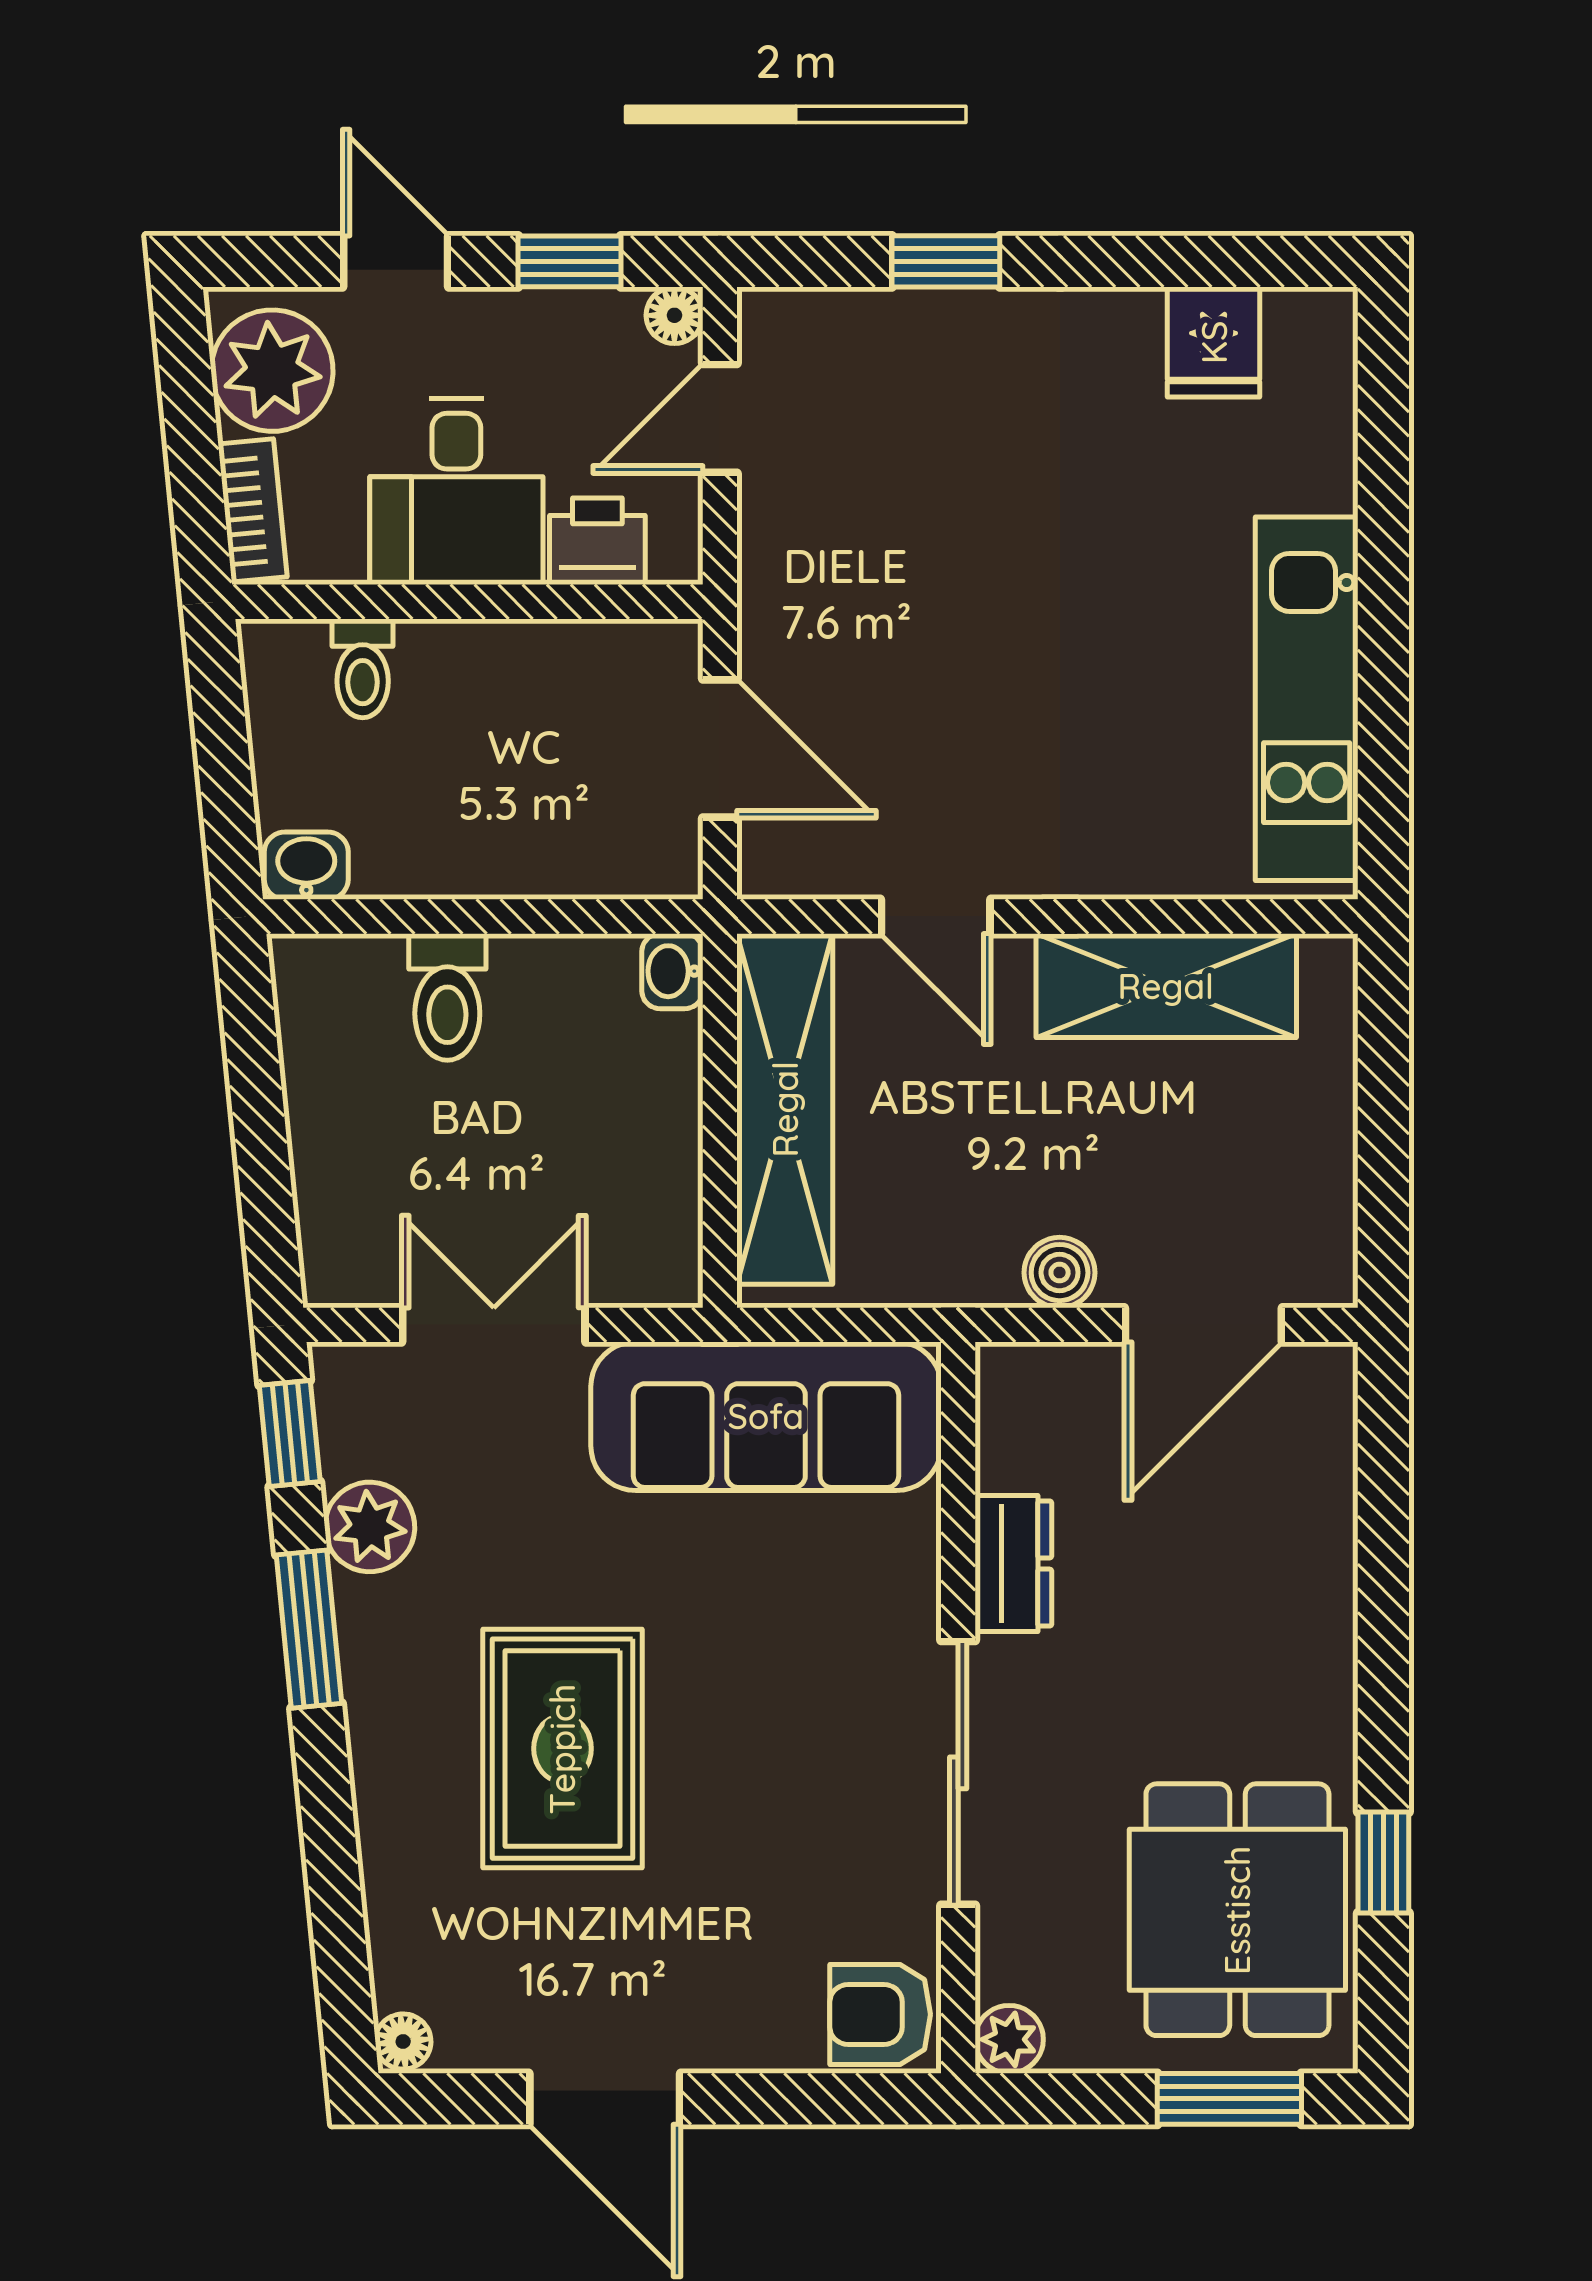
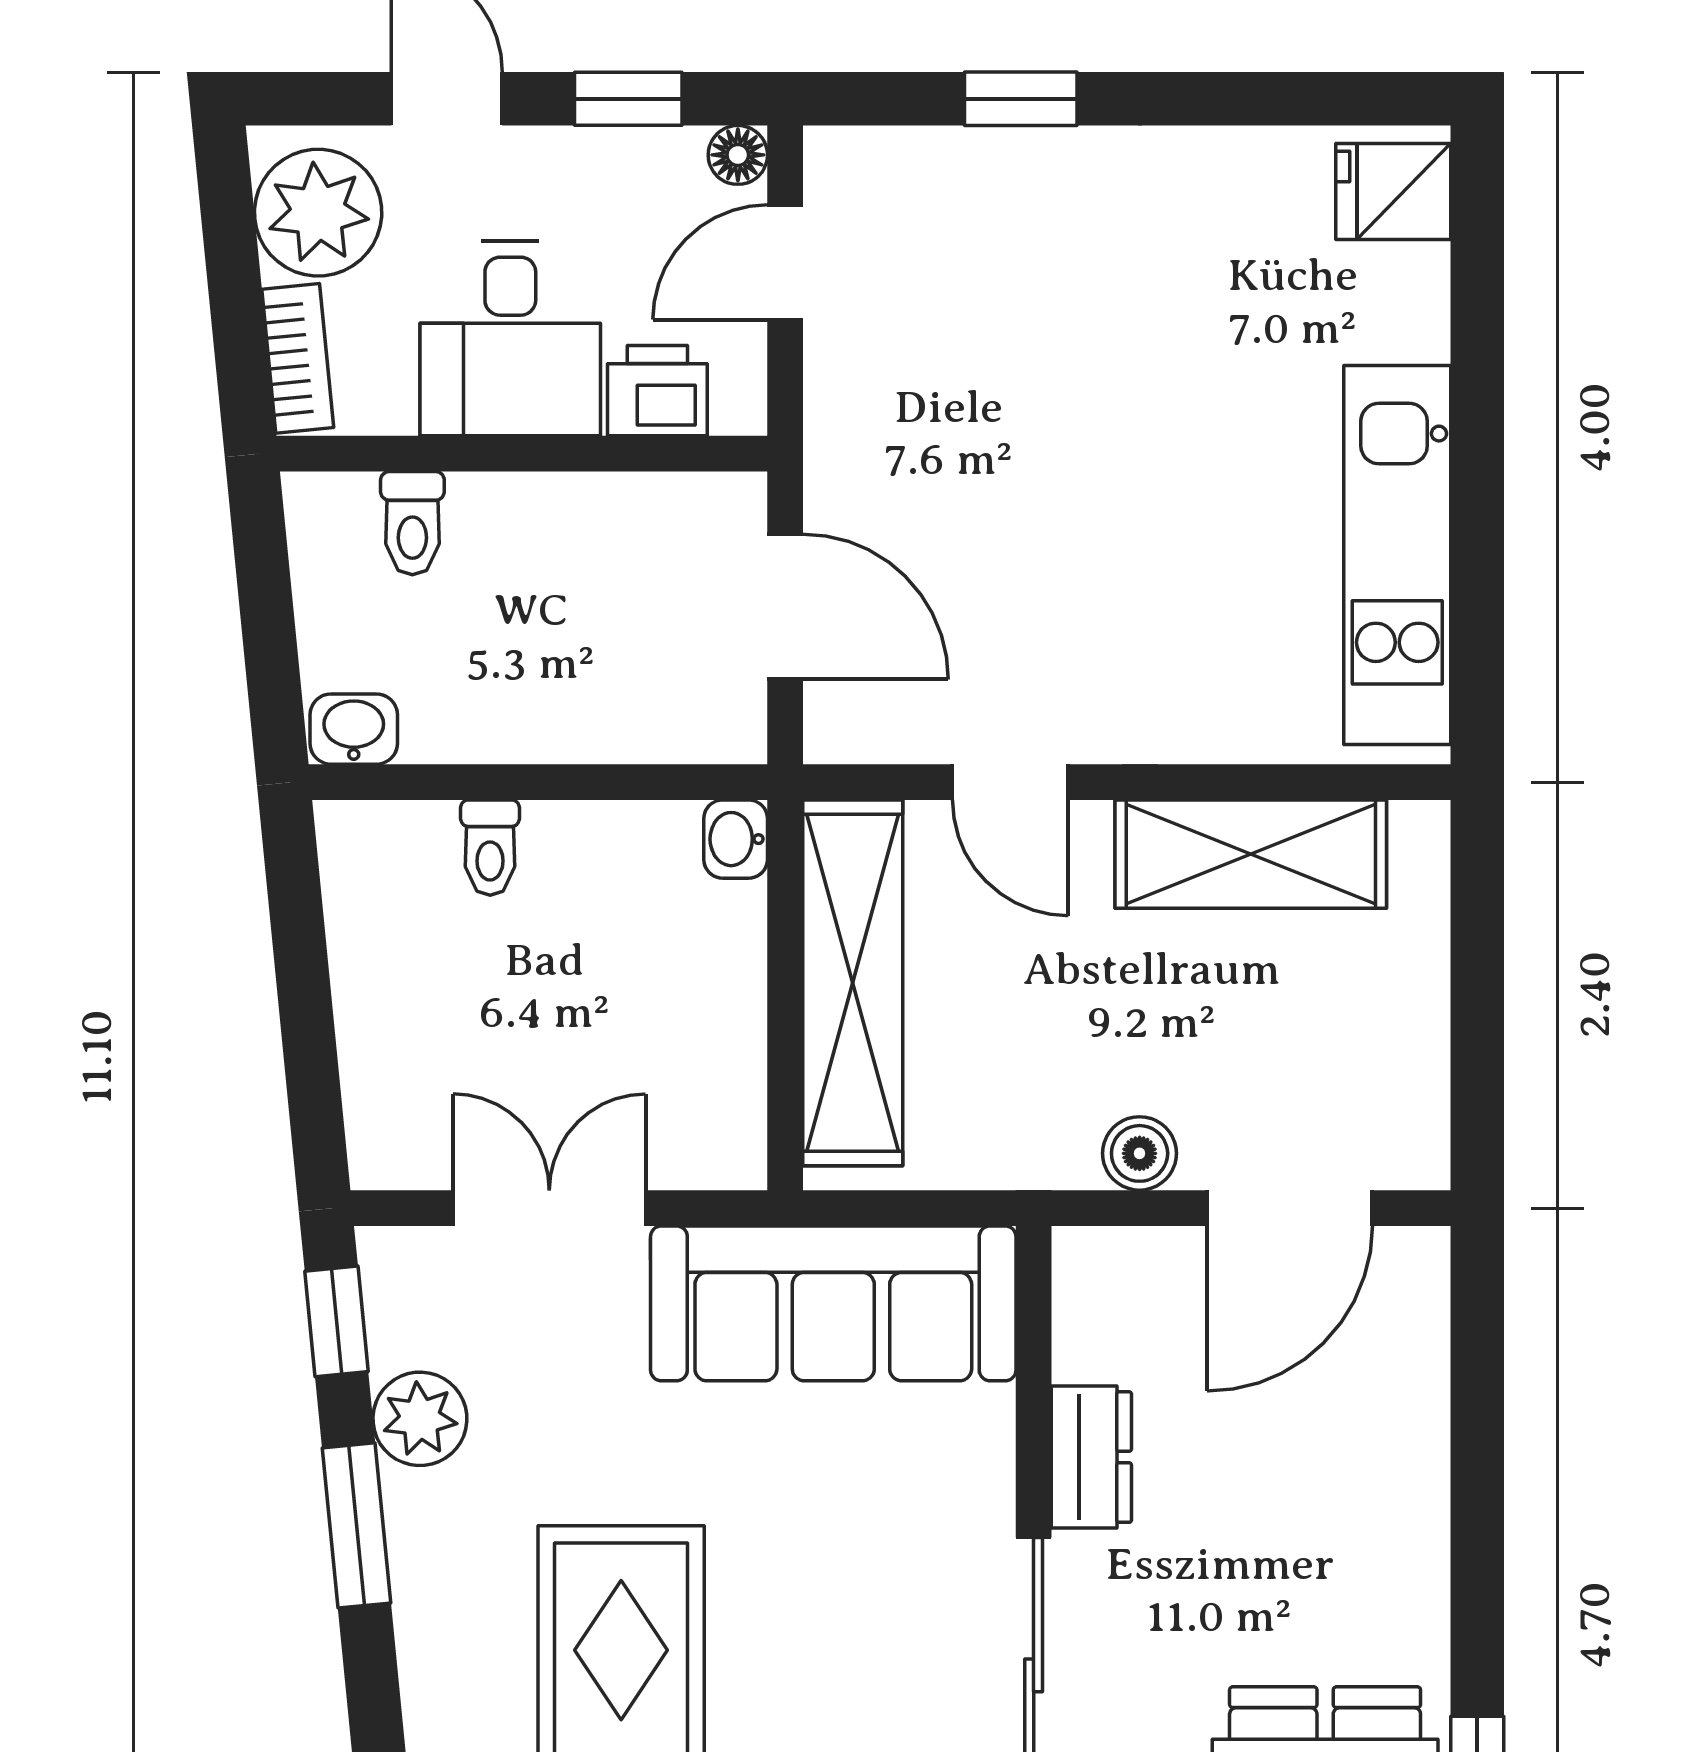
fridge: (1214, 342) -> (1393, 192), moved, turned 90
toilet: (447, 997) -> (490, 848), width x0.73, depth x0.72

